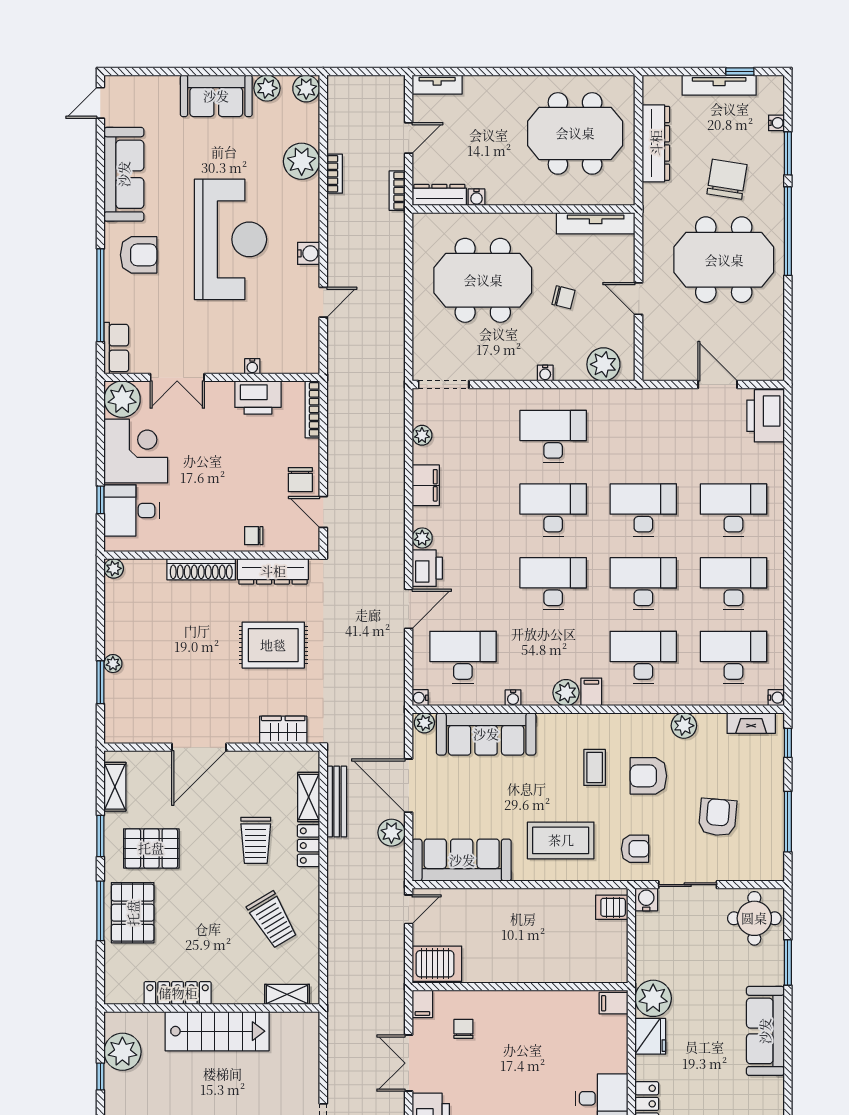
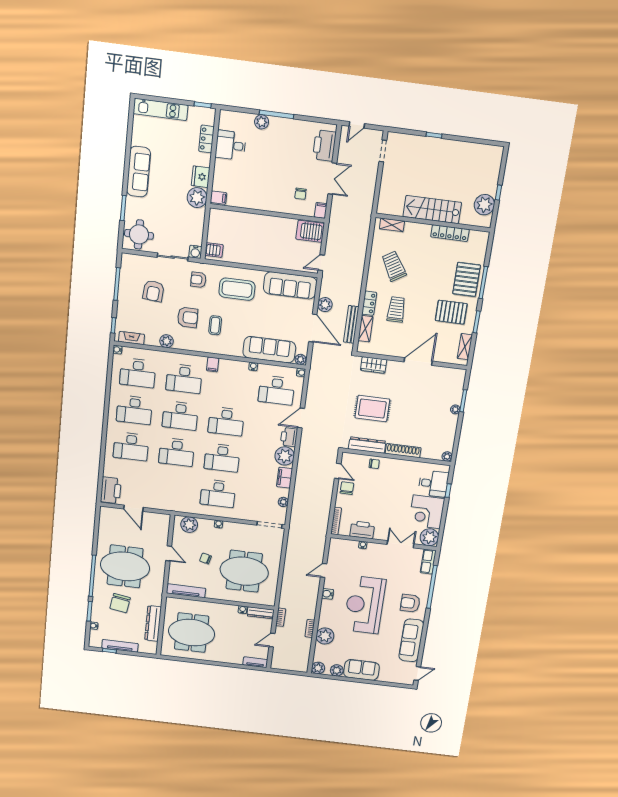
plant: (422, 538) -> (285, 456), width x1.88, depth x1.88
plant: (566, 693) -> (226, 366), removed

